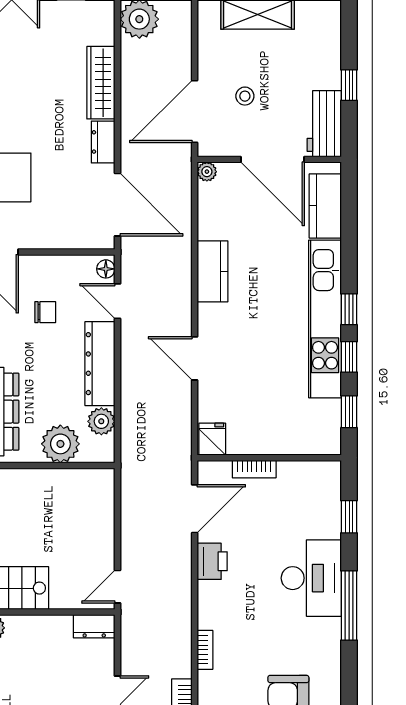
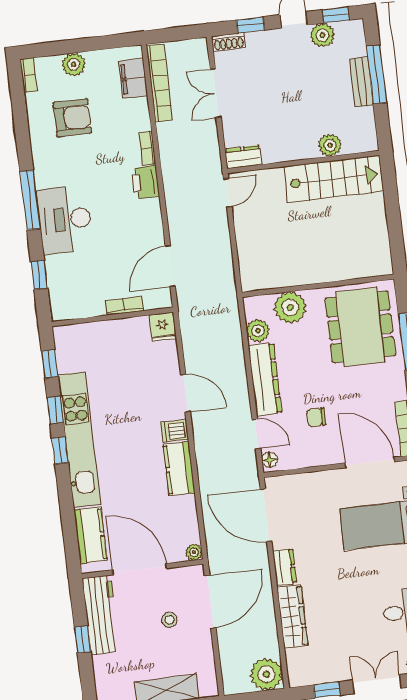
workbench: (324, 124) -> (101, 615), width x1.38
dishwasher: (213, 316) -> (175, 431), added
printer: (212, 561) -> (145, 182), moved

